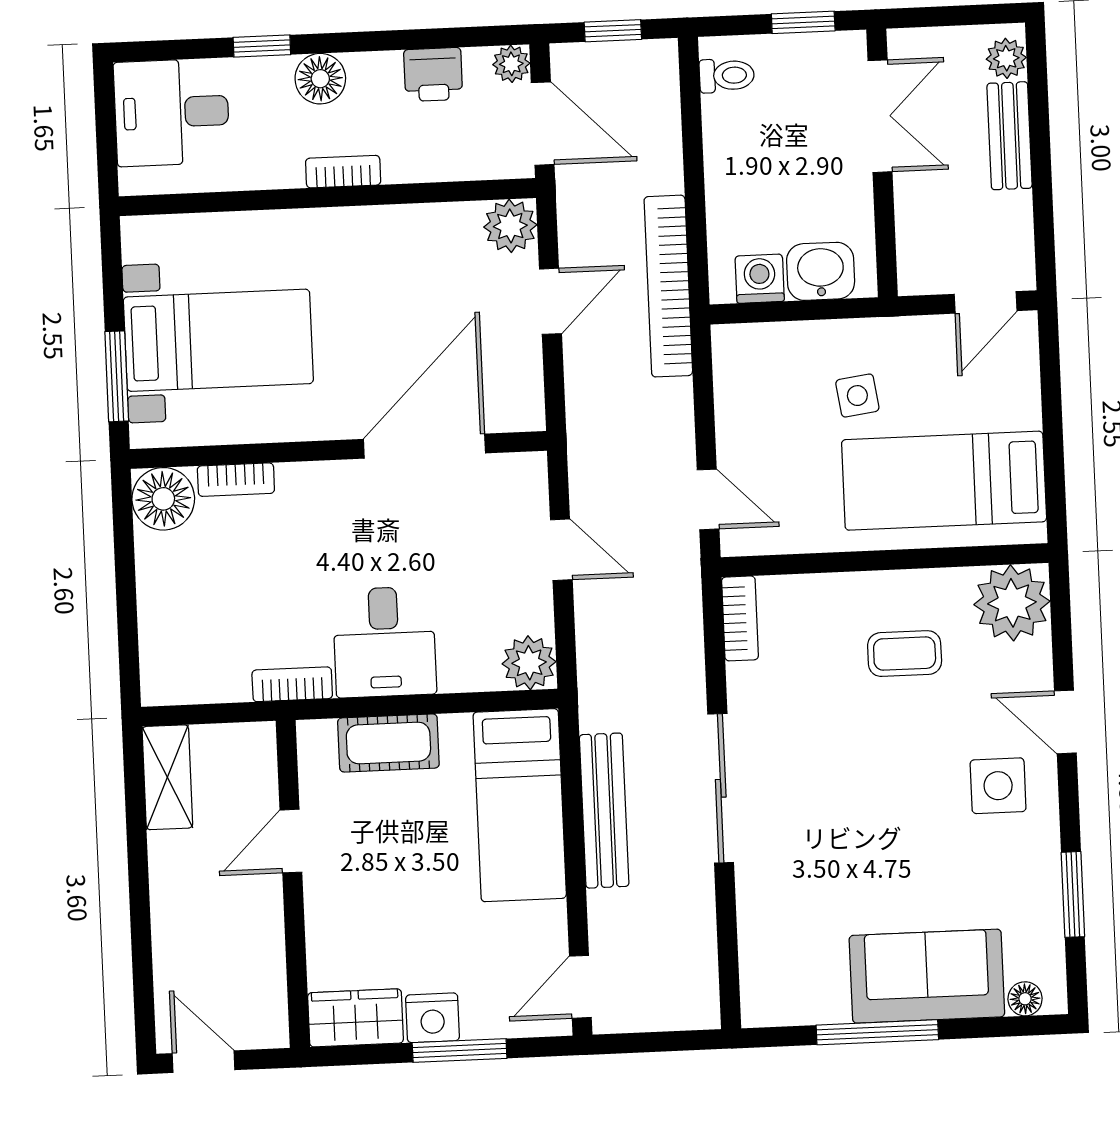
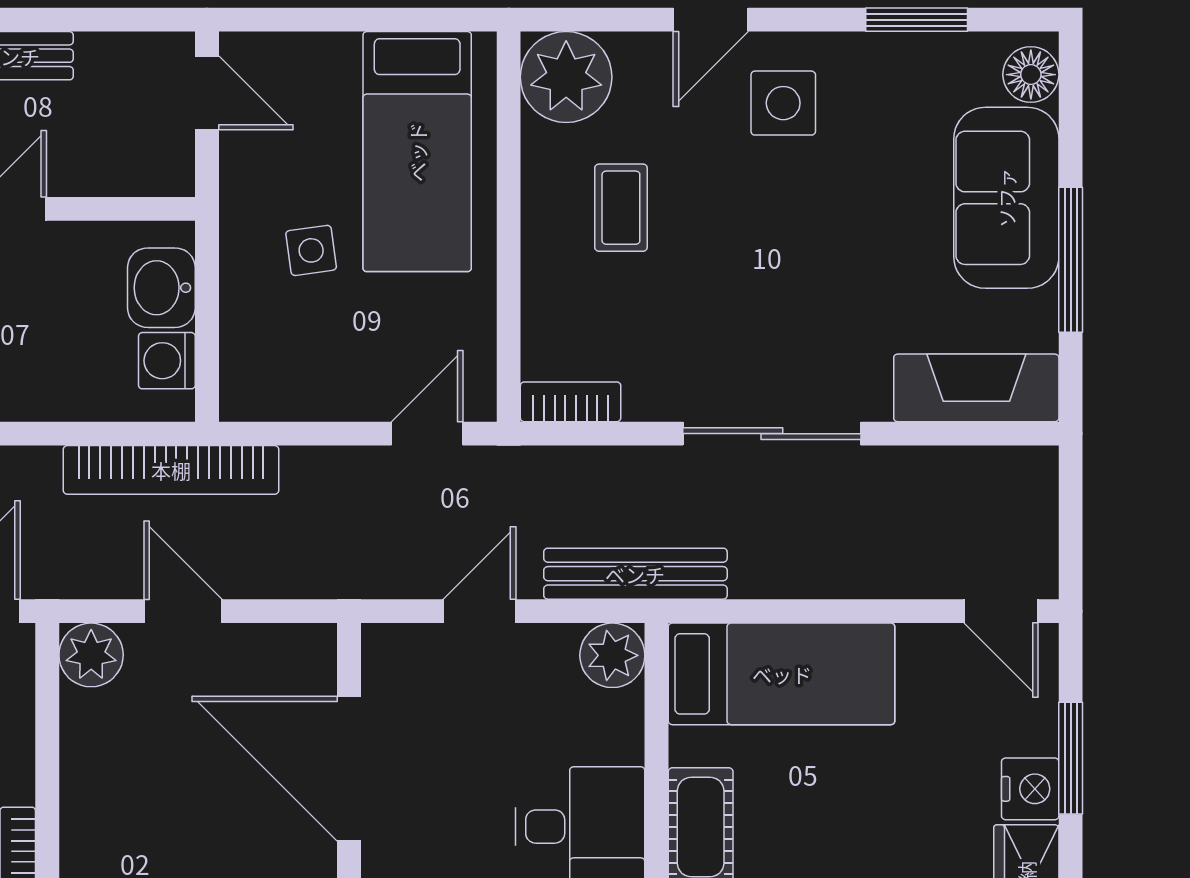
bench: (604, 811) -> (635, 574), moved
fireplace: (766, 958) -> (976, 388), added
floor lamp: (1025, 999) -> (1031, 75), width x1.37, depth x1.37

